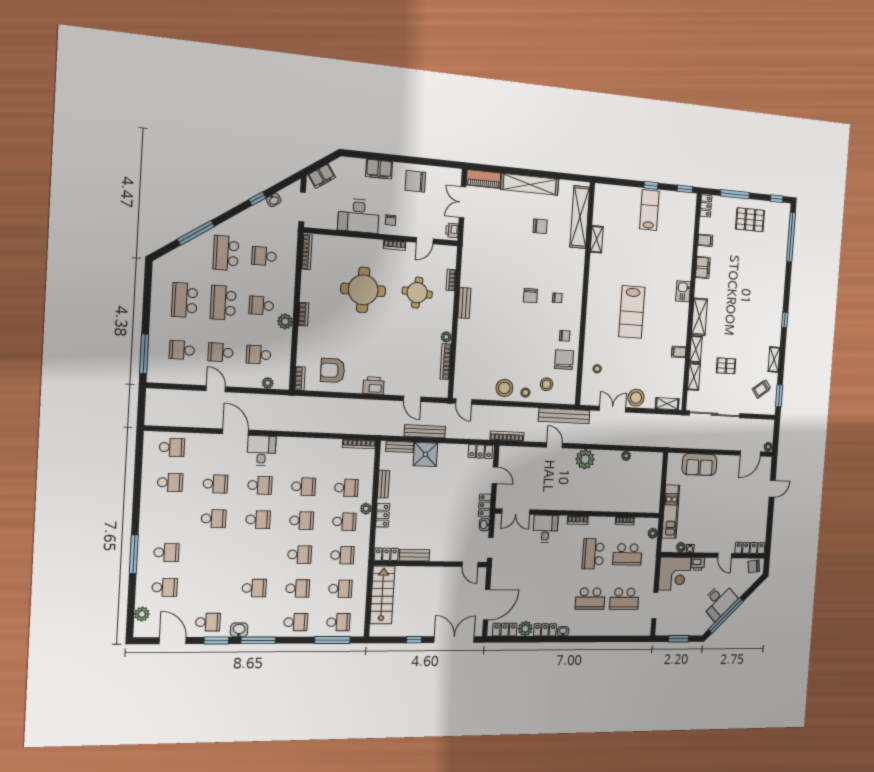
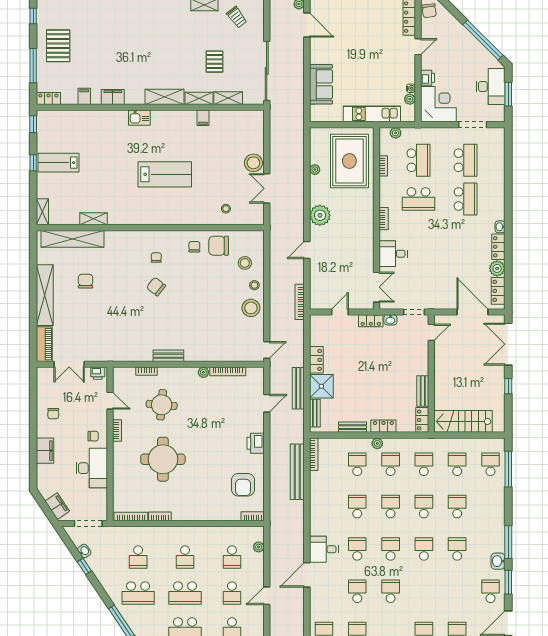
chair: (415, 181) -> (53, 414), width x0.54, depth x0.54
chair: (530, 296) -> (156, 287), turned -142
bookcase: (303, 314) -> (160, 516), moved
plant: (285, 321) -> (199, 534), removed
shelving: (667, 404) -> (42, 212), moved
bench: (564, 416) -> (297, 472), moved
locker: (480, 451) -> (316, 360), moved
rug: (631, 489) -> (349, 161), added
desk: (719, 601) -> (491, 87), moved, turned 45
school desk: (296, 622) -> (424, 549), moved

